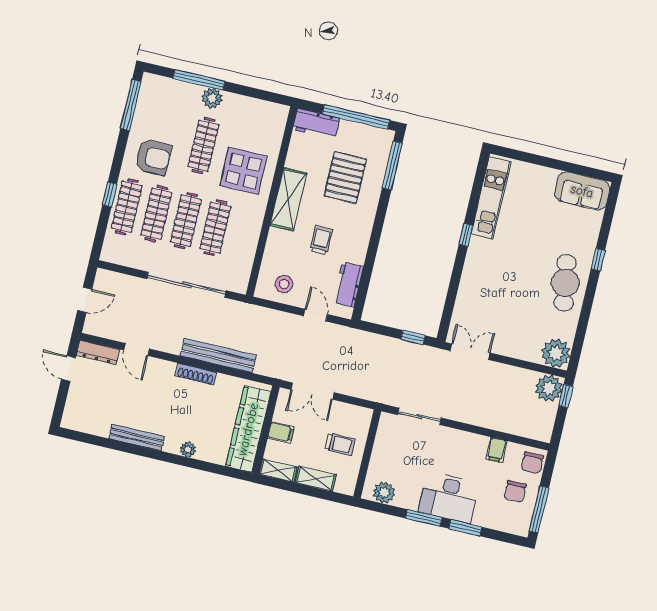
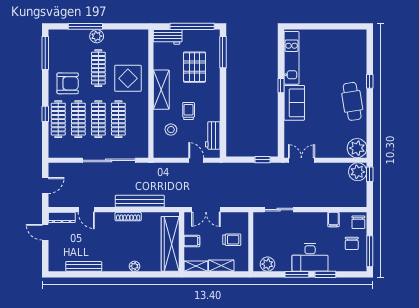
sofa: (582, 191) -> (294, 103), moved, turned -90
stool: (284, 284) -> (171, 130), moved
bench: (137, 438) -> (84, 266), moved

